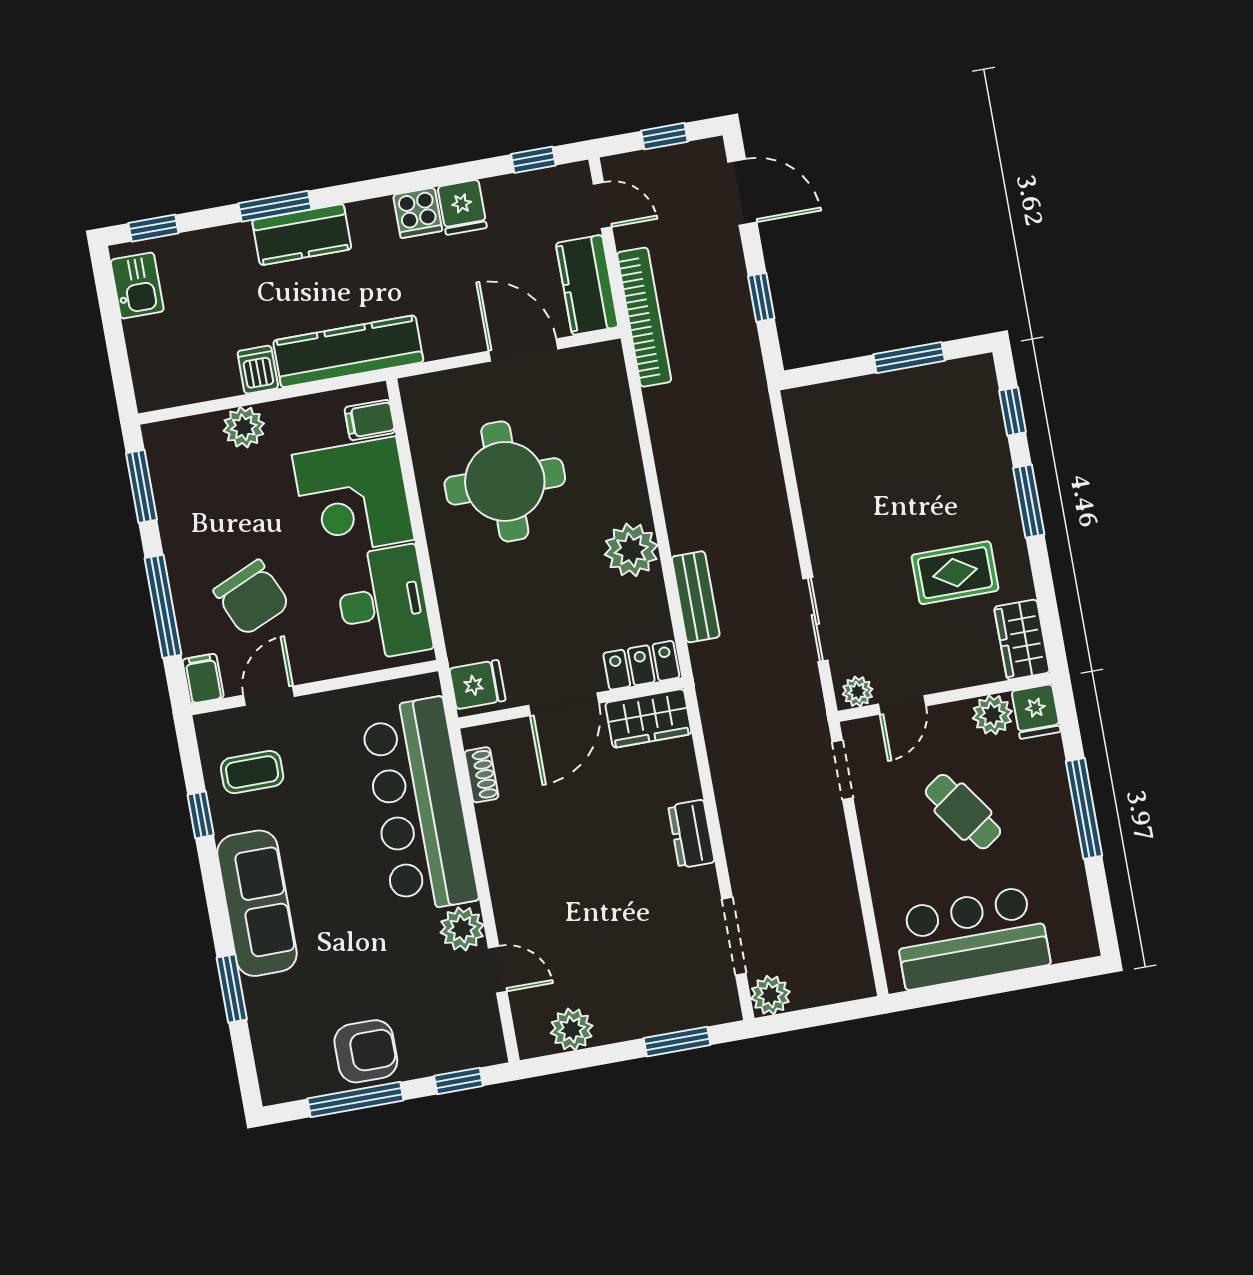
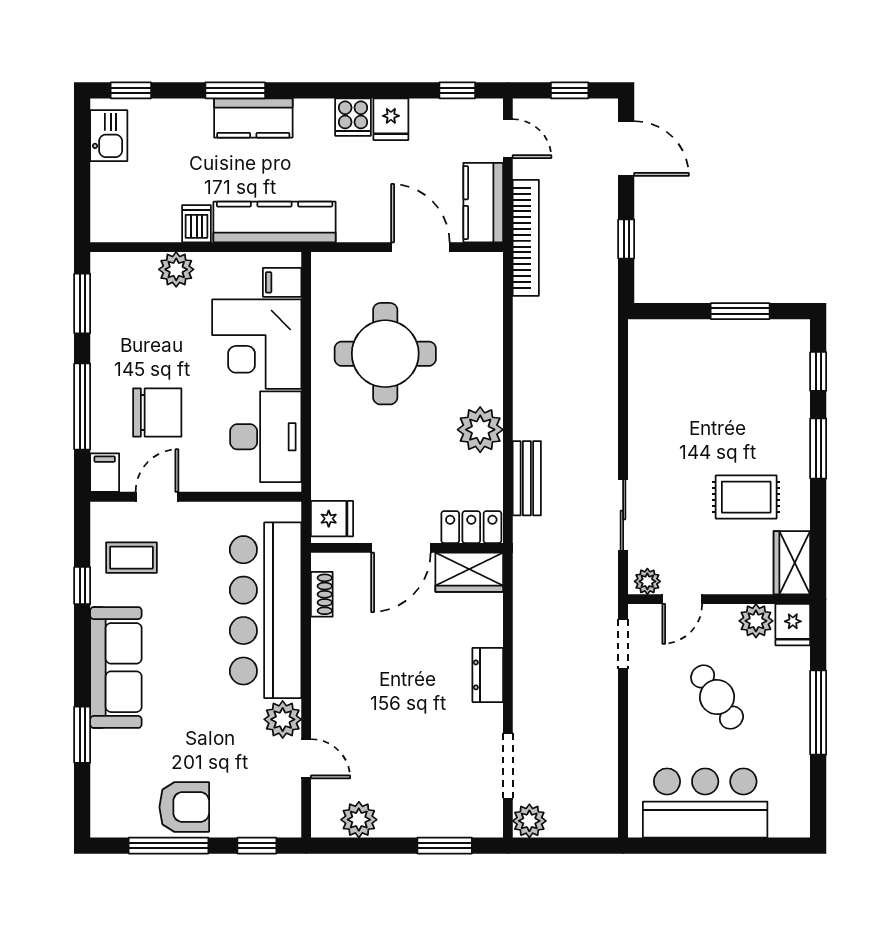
chair: (252, 598) -> (157, 412), turned -66

